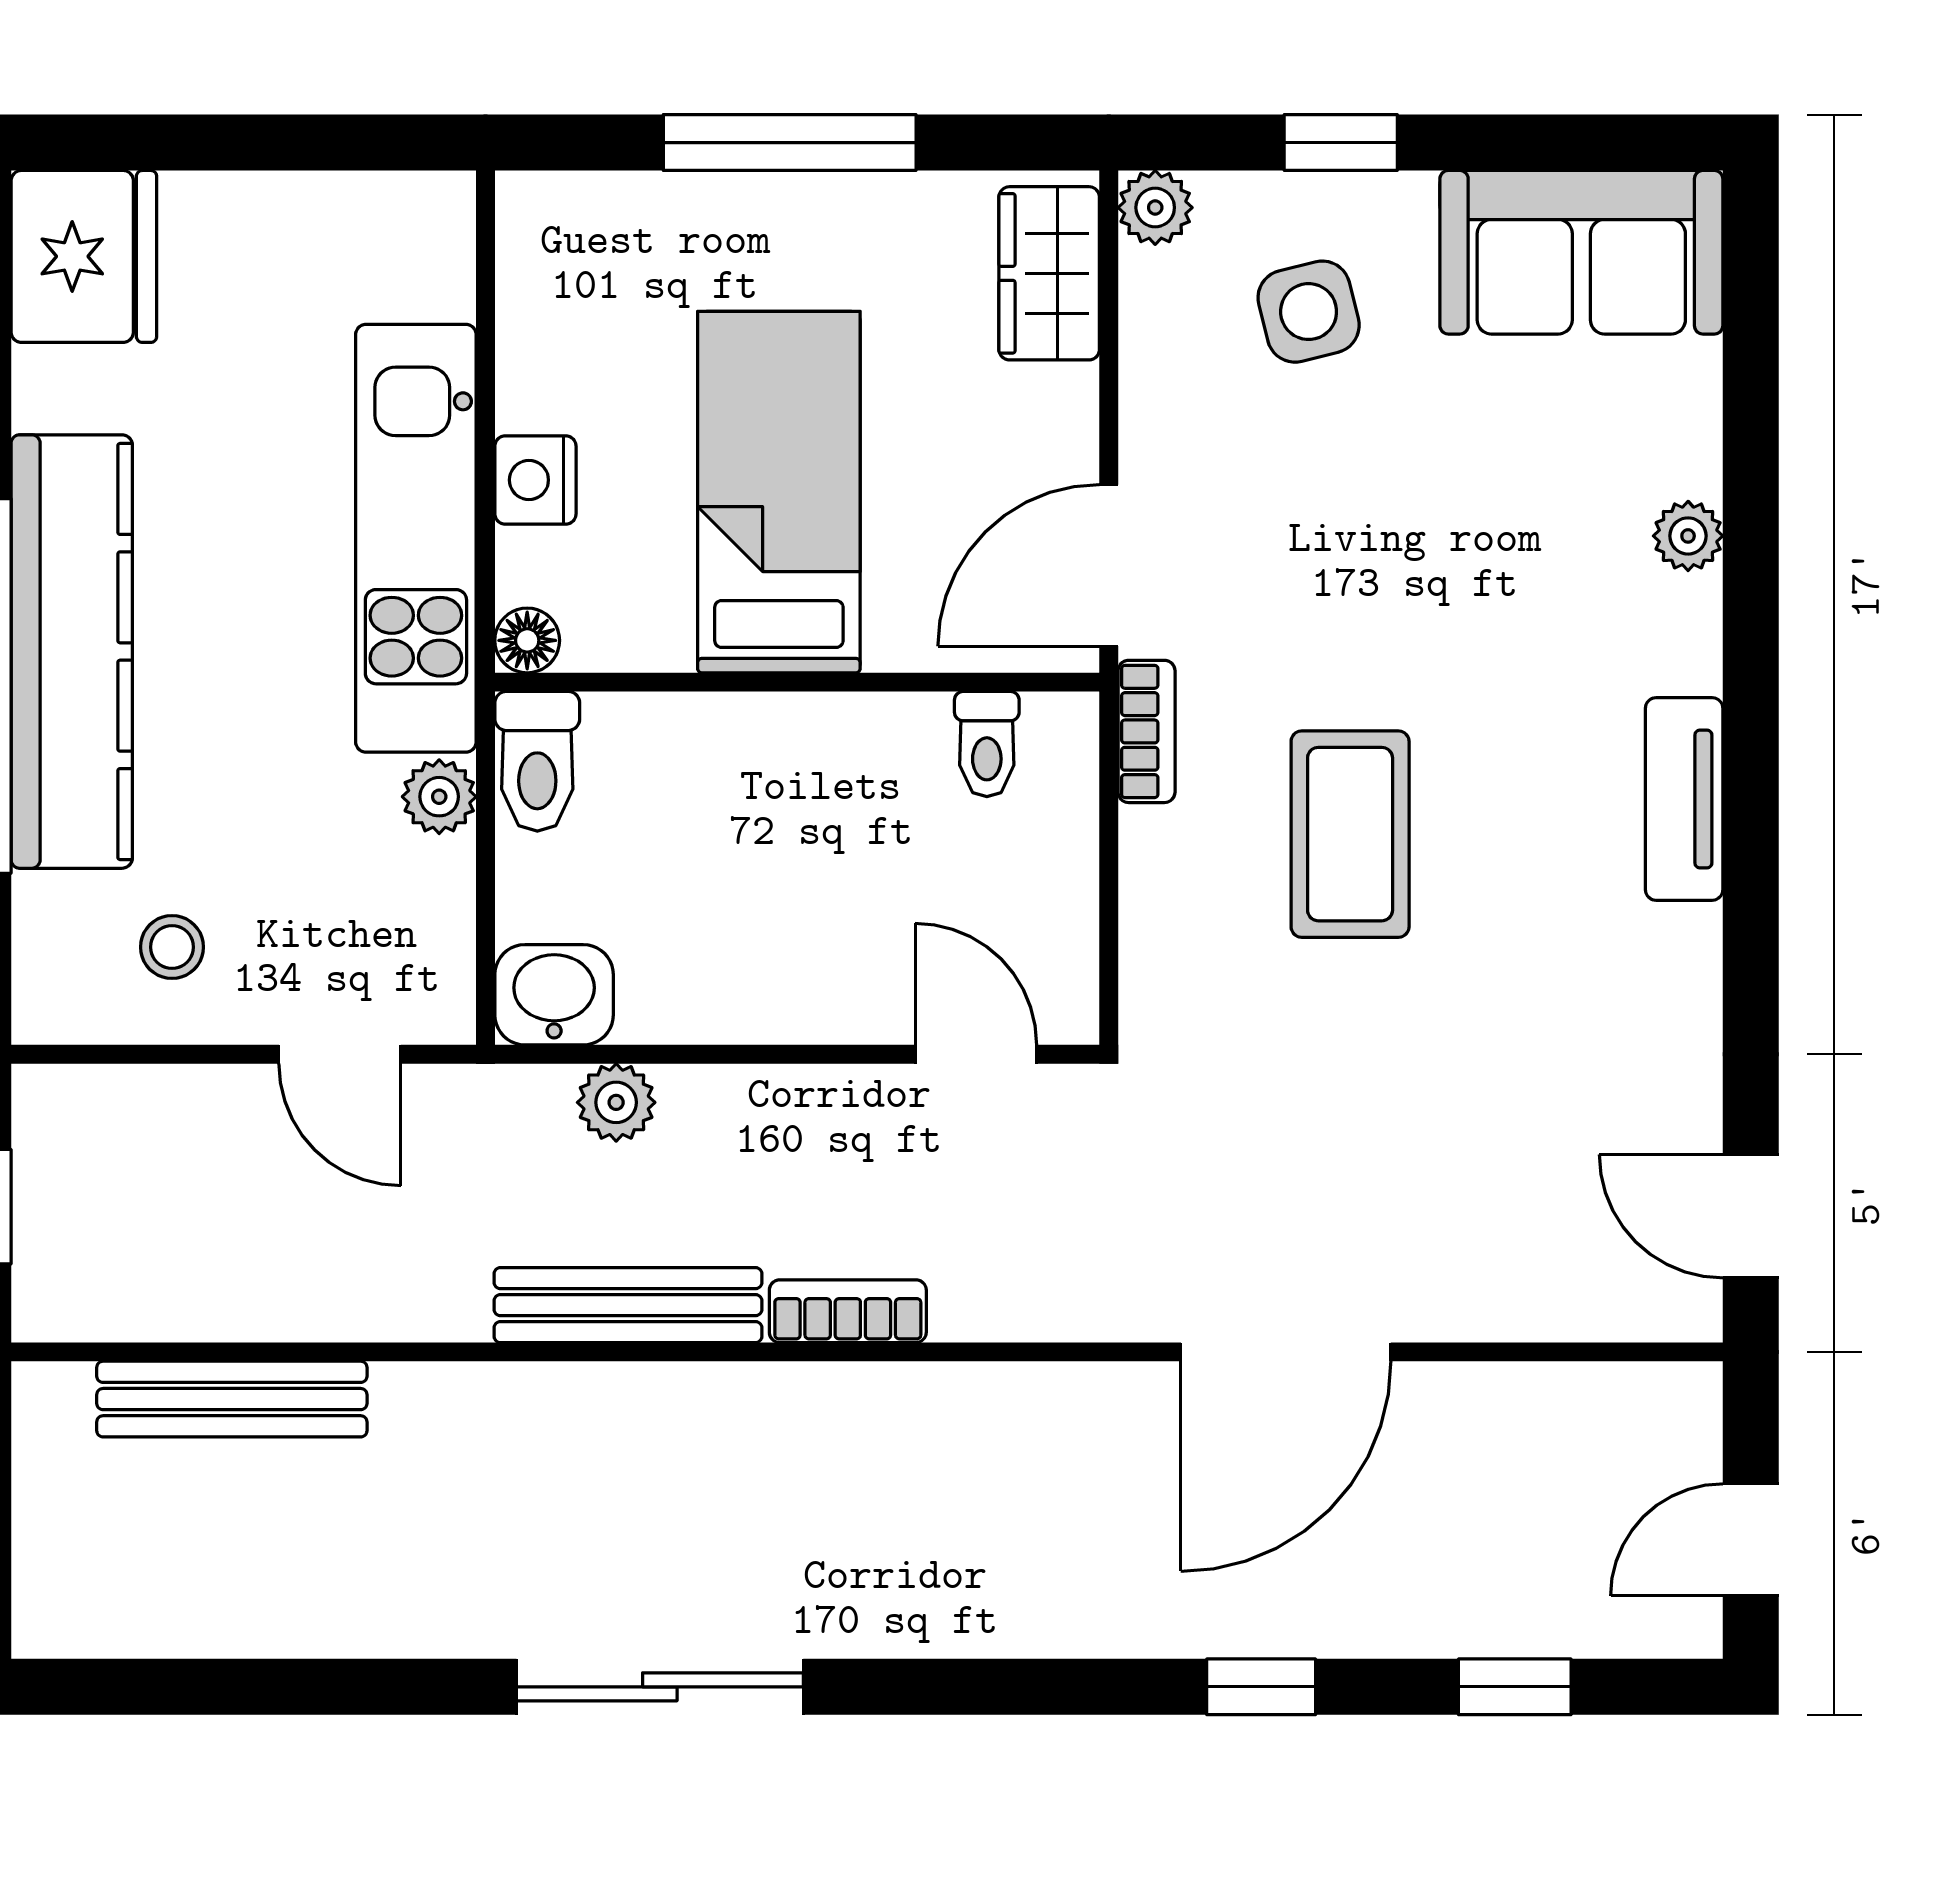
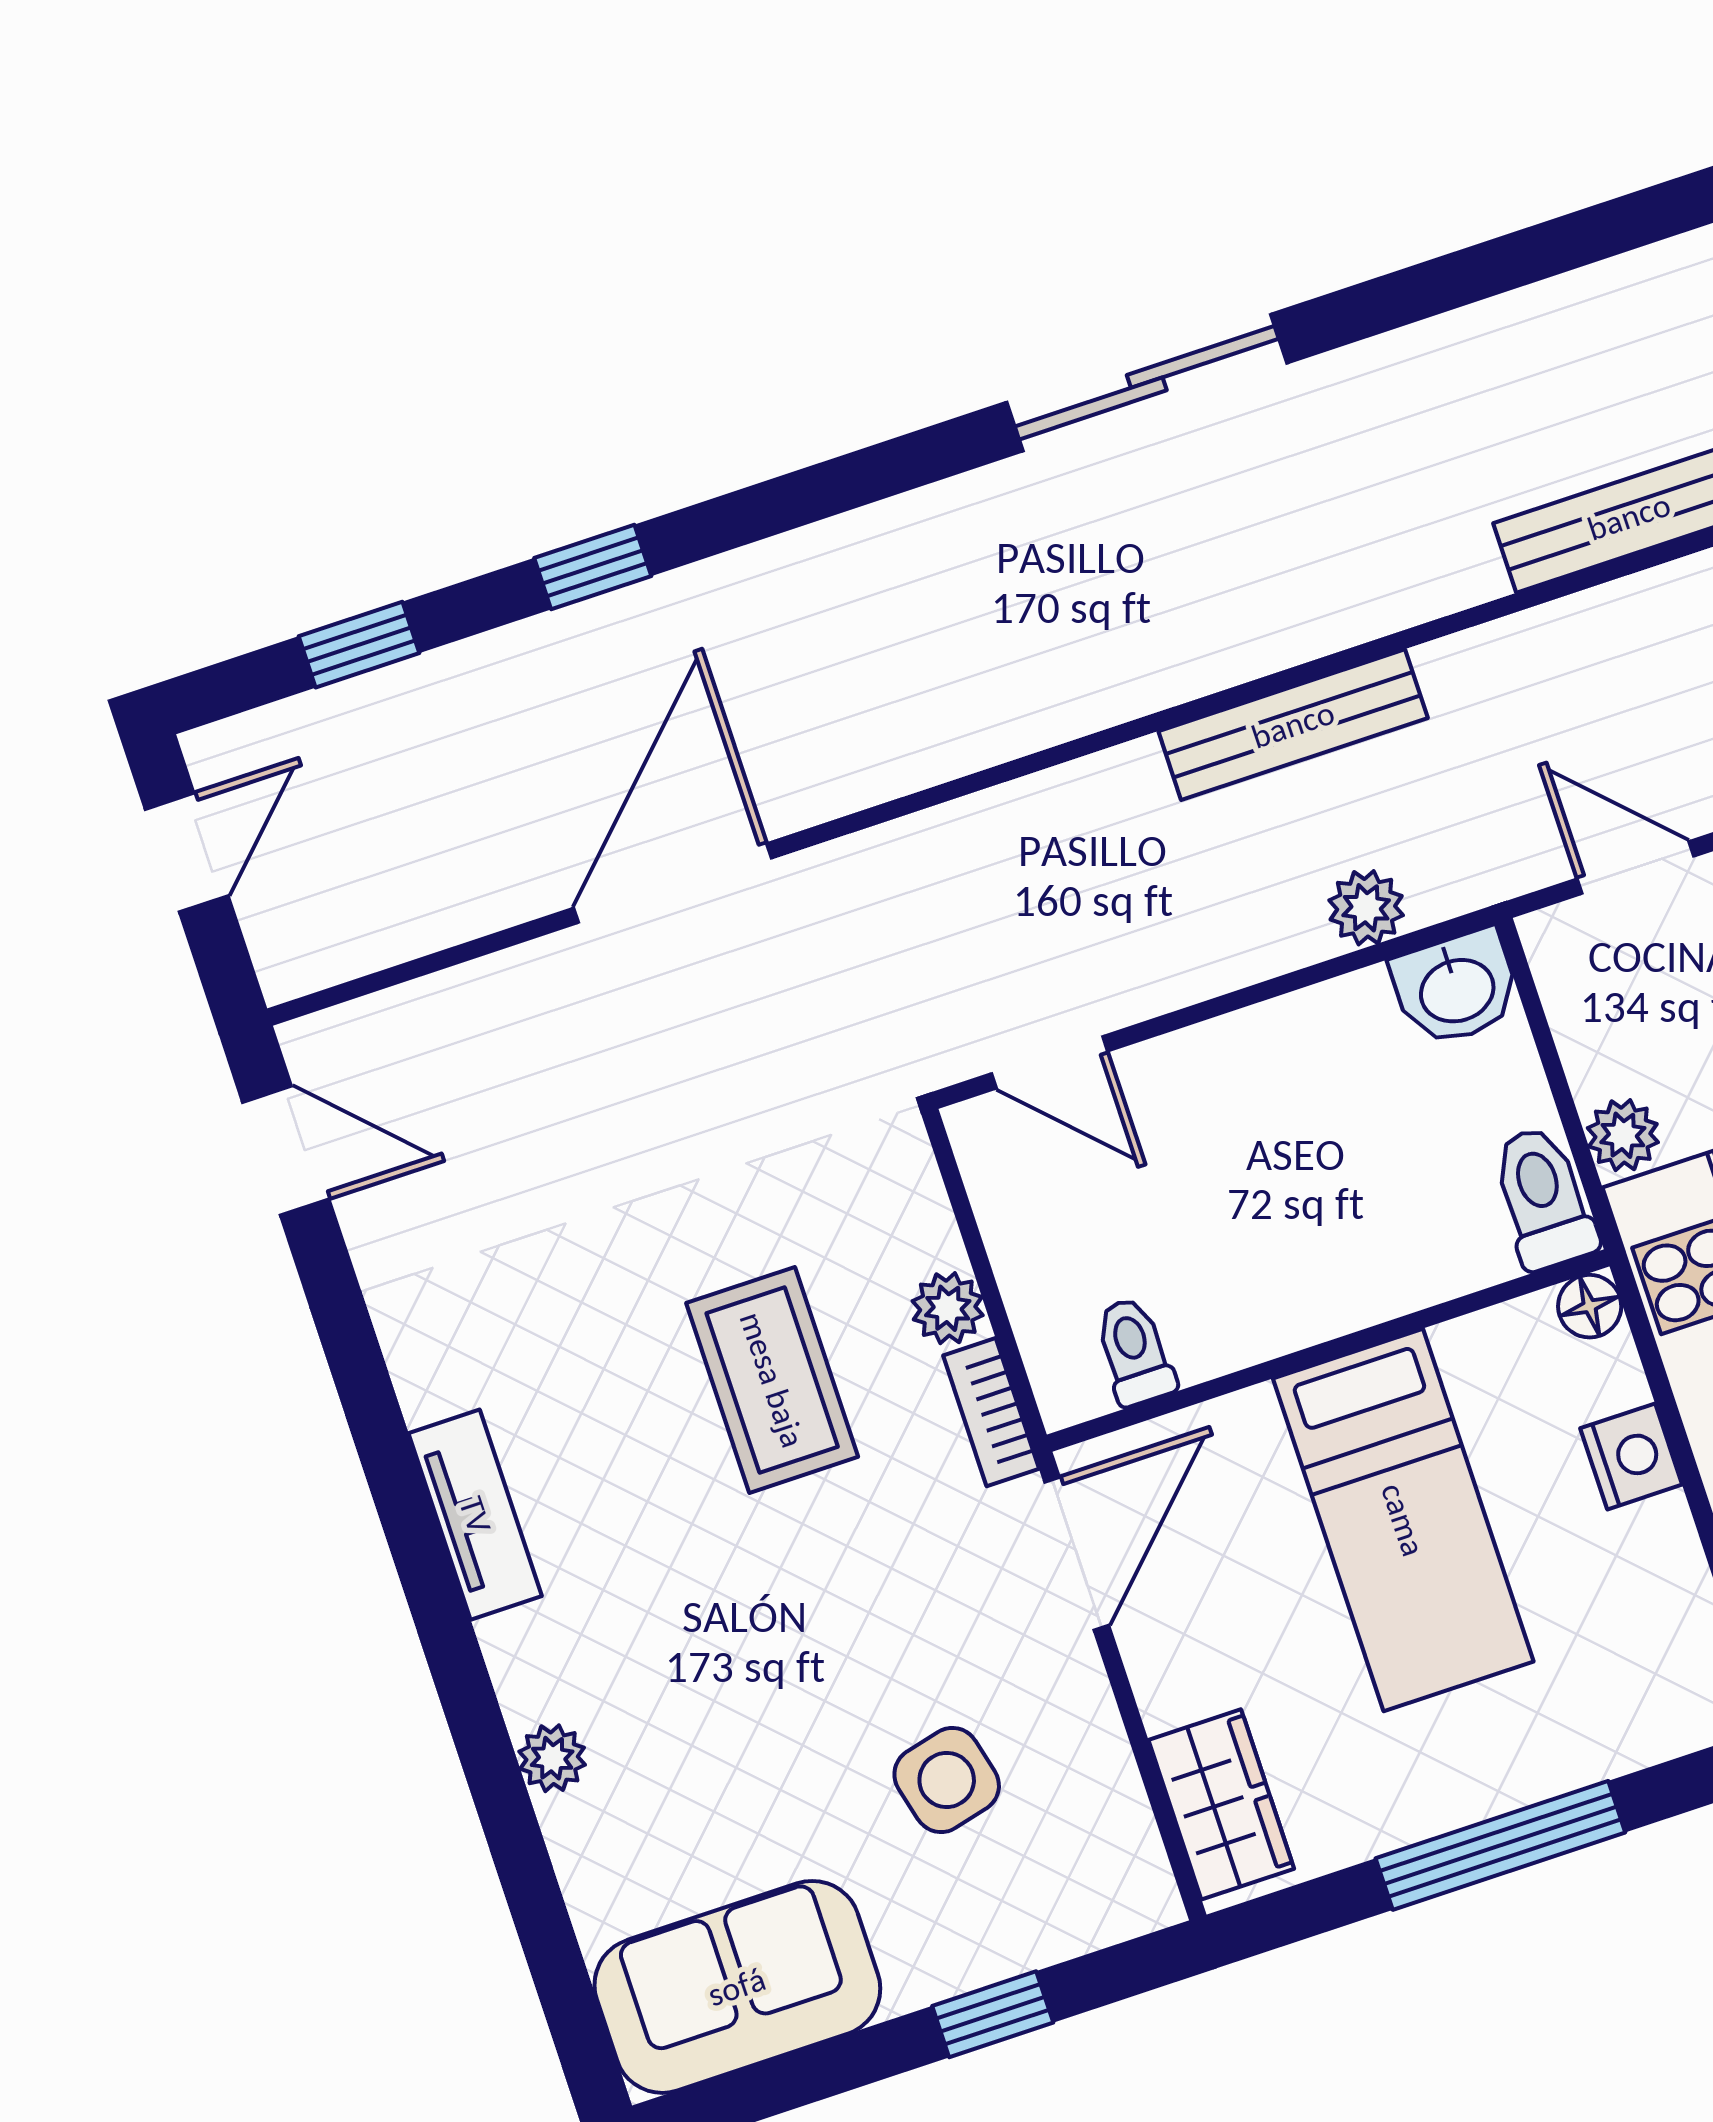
plant: (1155, 208) -> (948, 1308), moved
side table: (1309, 312) -> (947, 1780), moved
bookcase: (848, 1311) -> (1089, 786), removed

